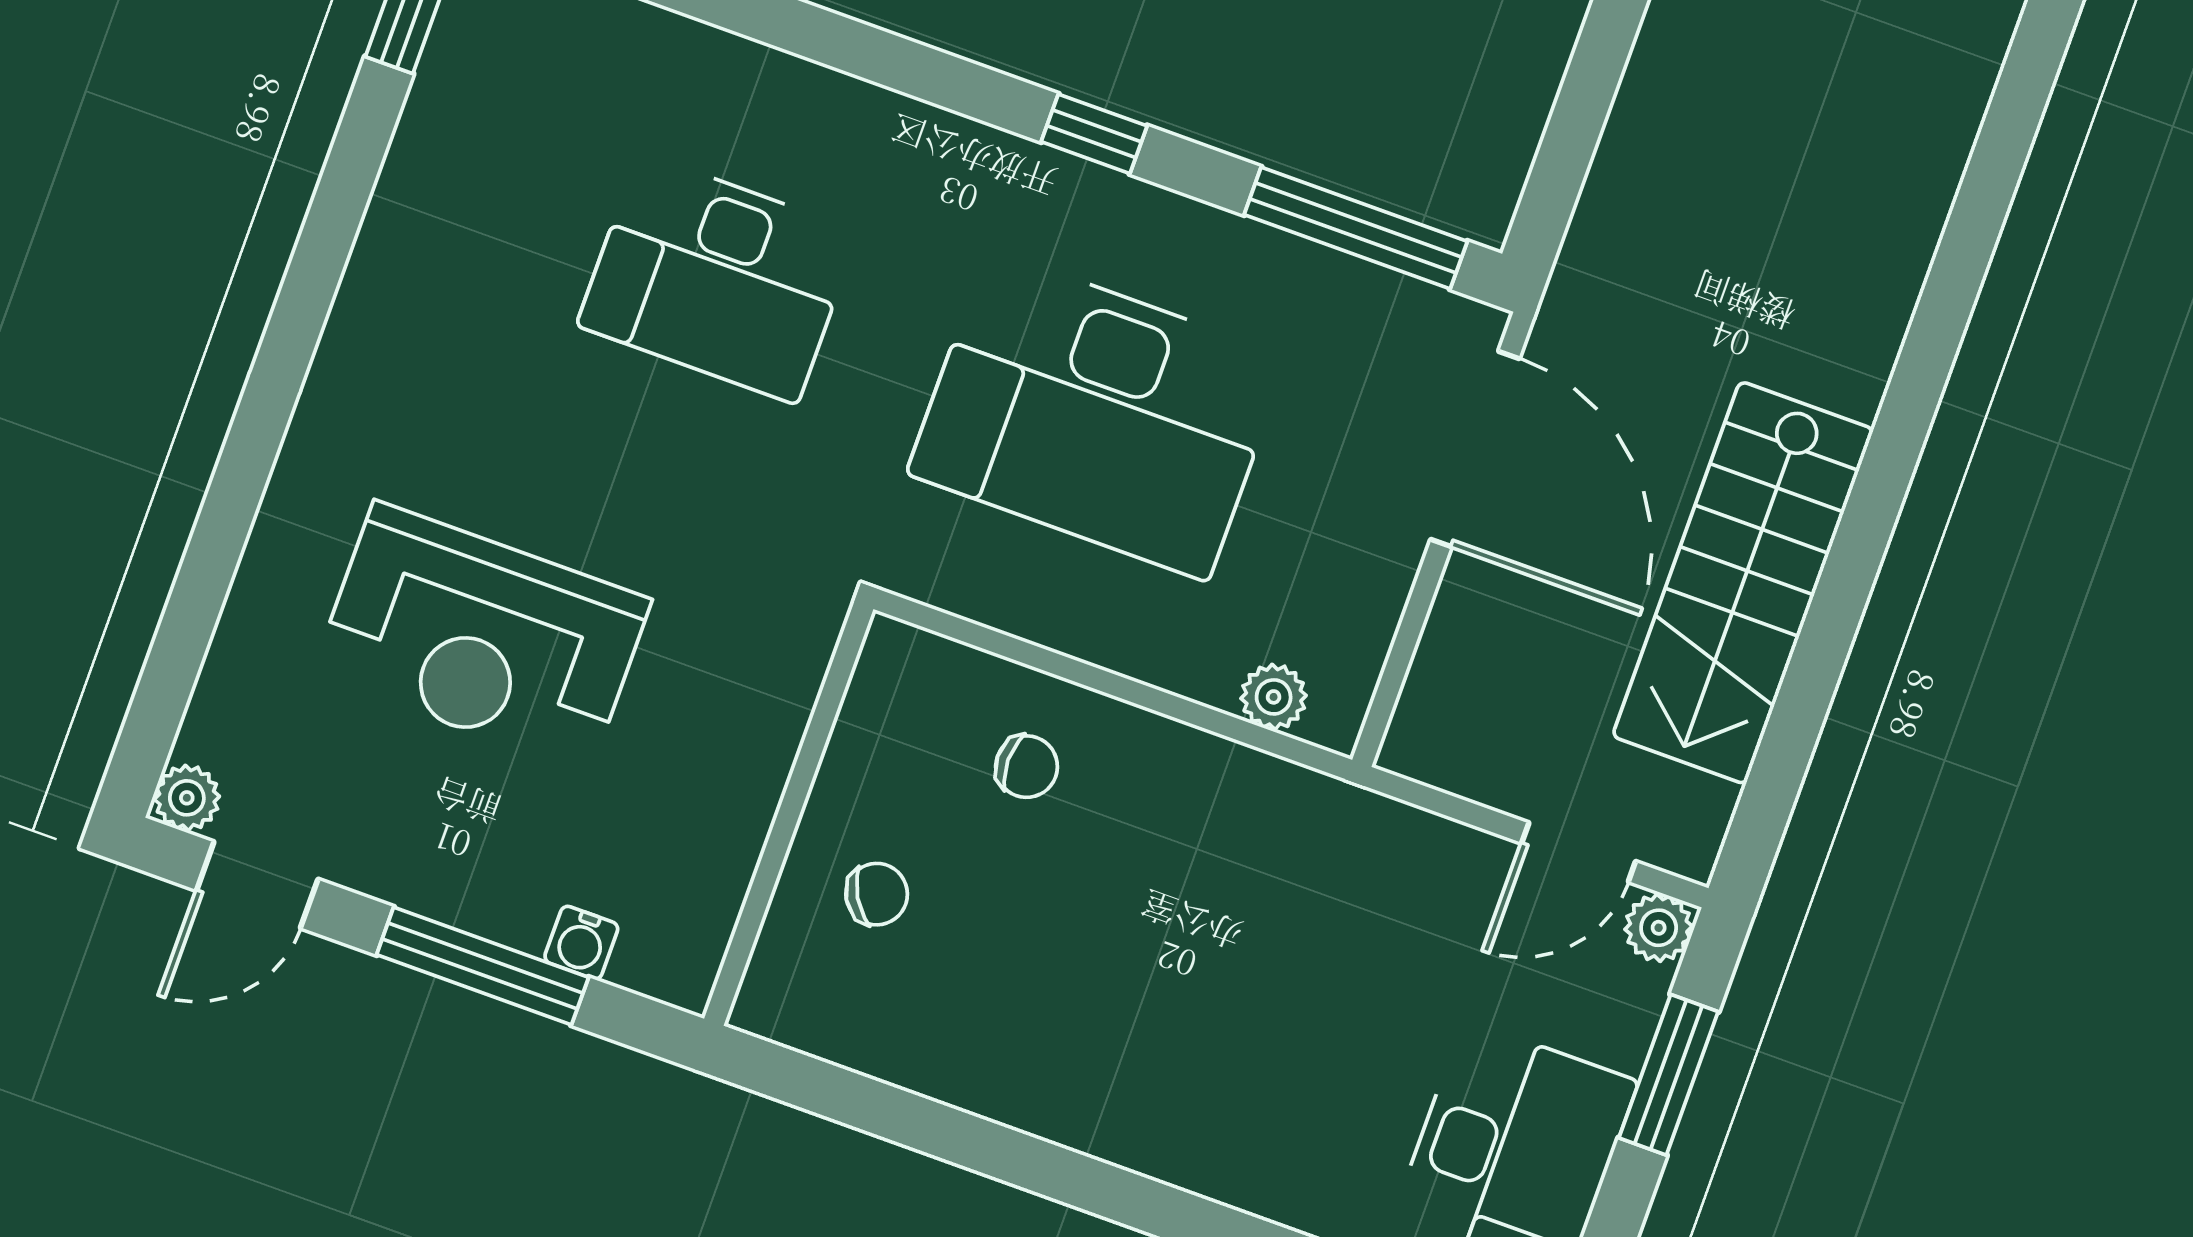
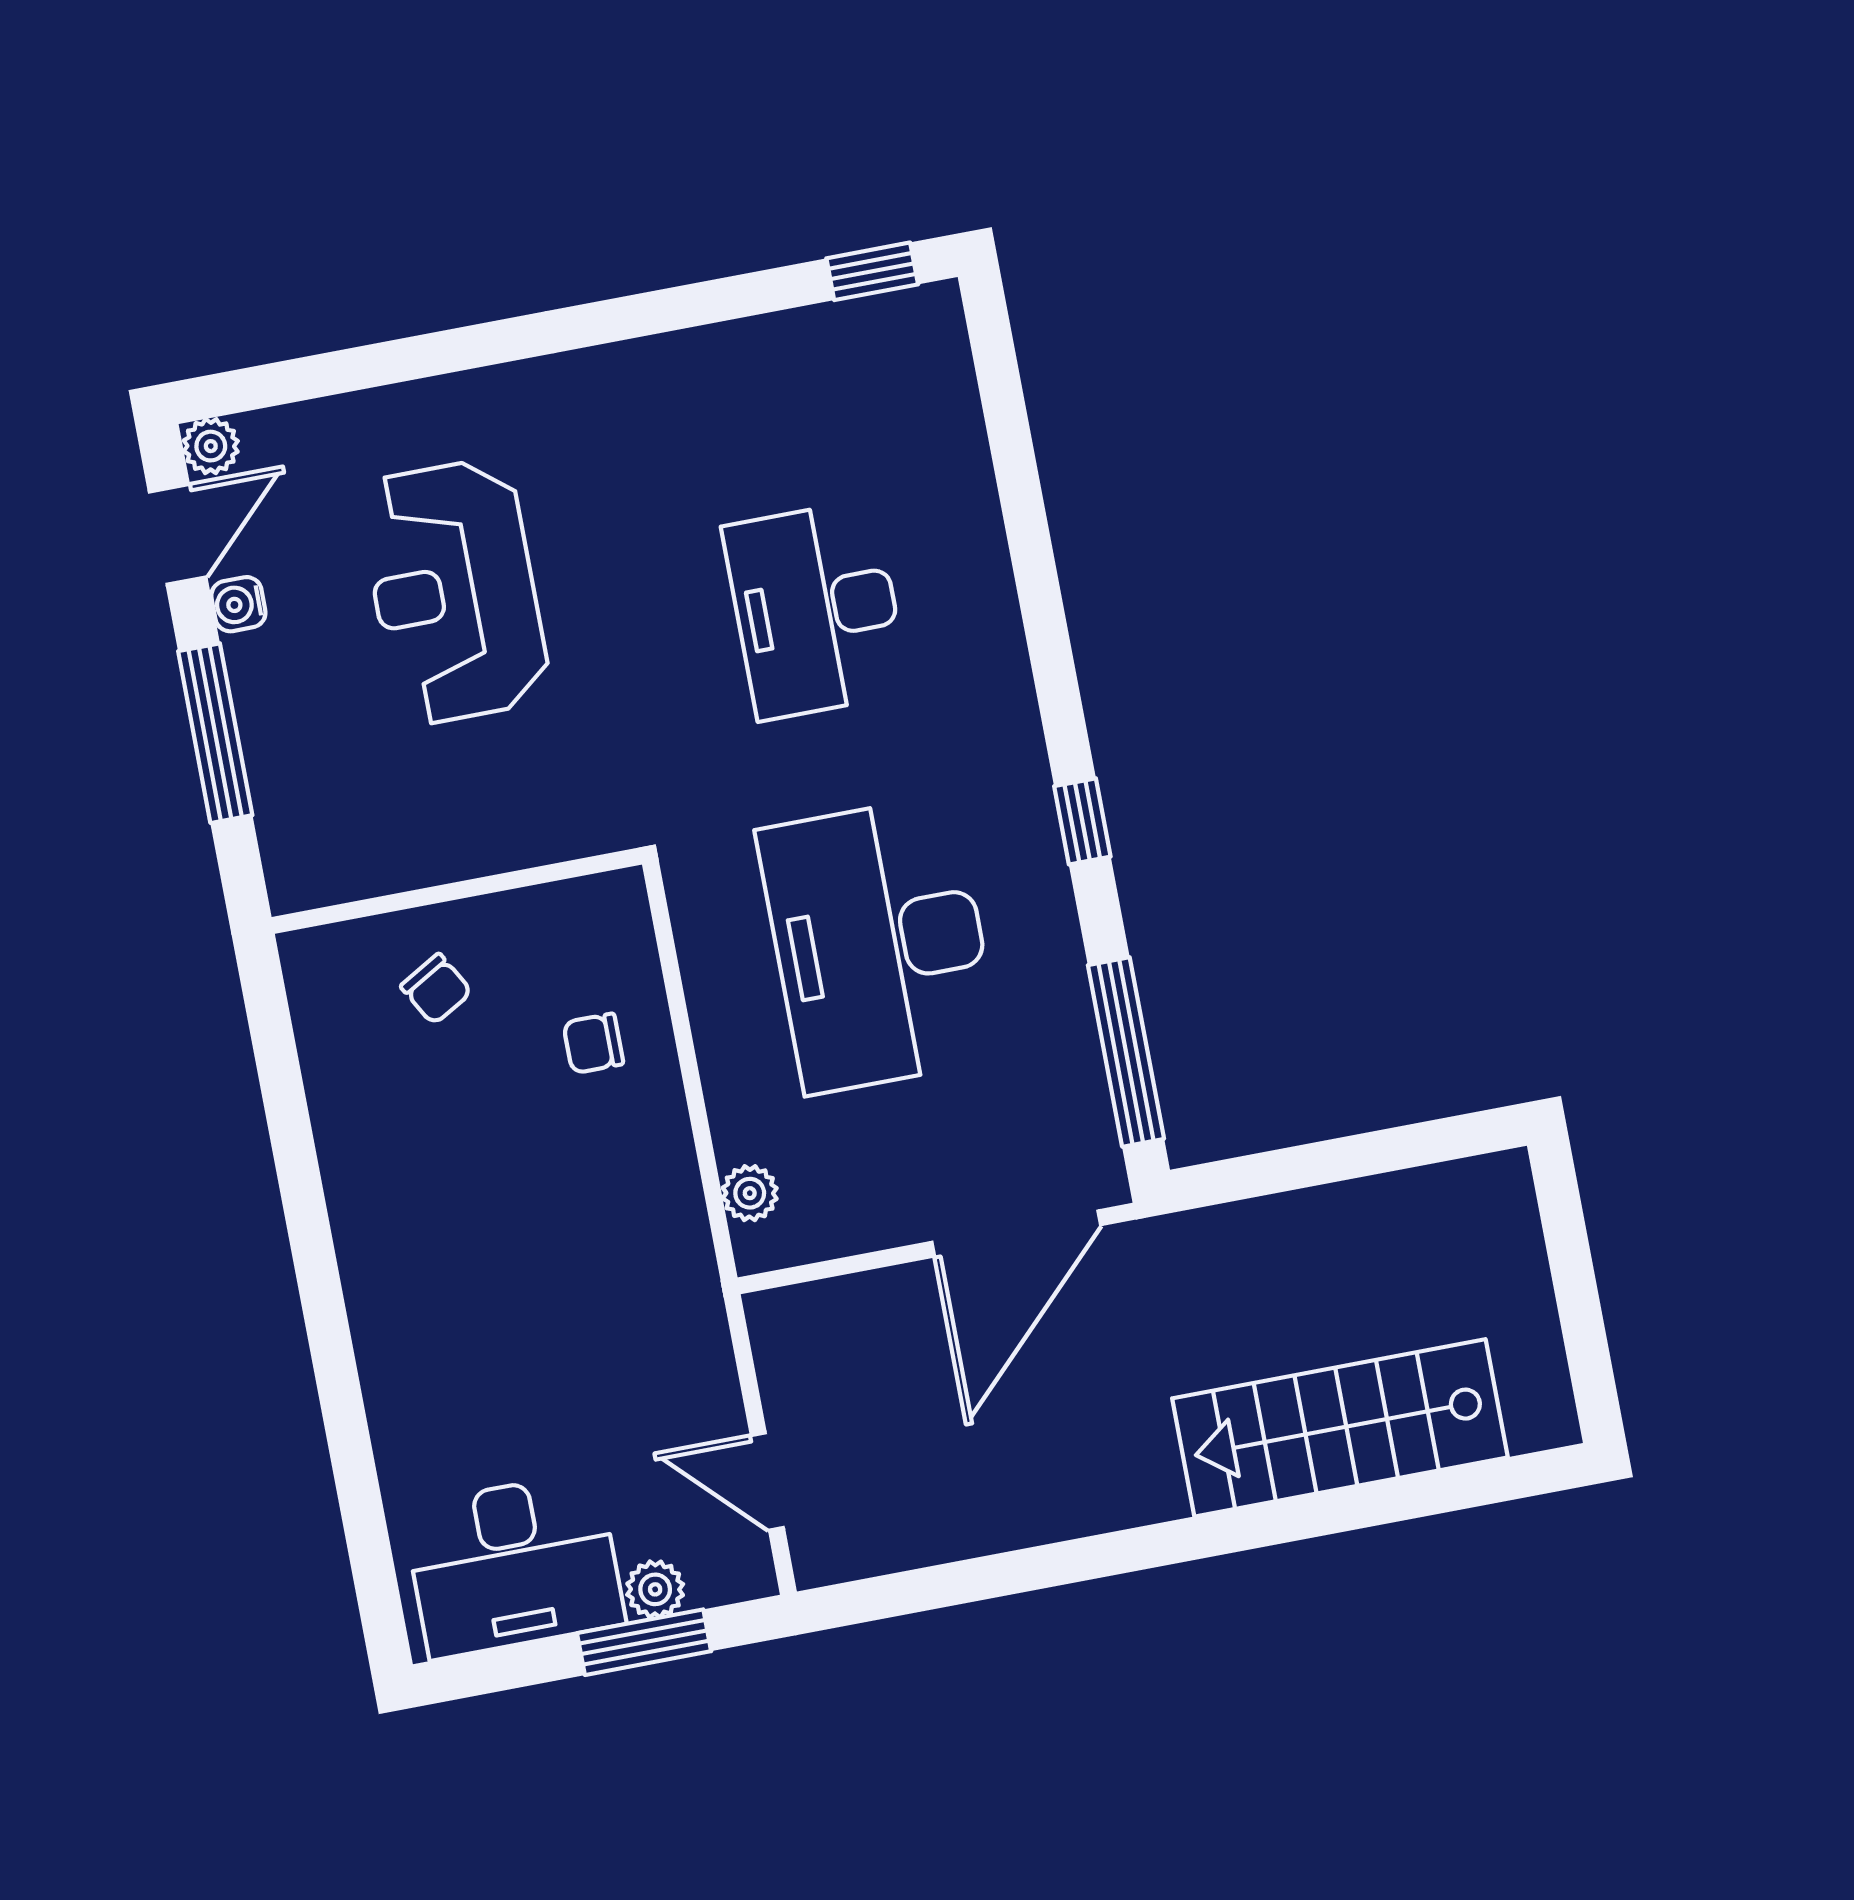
stairs: (1743, 583) -> (1340, 1428), moved
chair: (1027, 767) -> (593, 1043), turned 90
door: (257, 885) -> (178, 534), swing flipped
plant: (1659, 928) -> (655, 1589), moved
water cooler: (581, 943) -> (238, 604), moved

